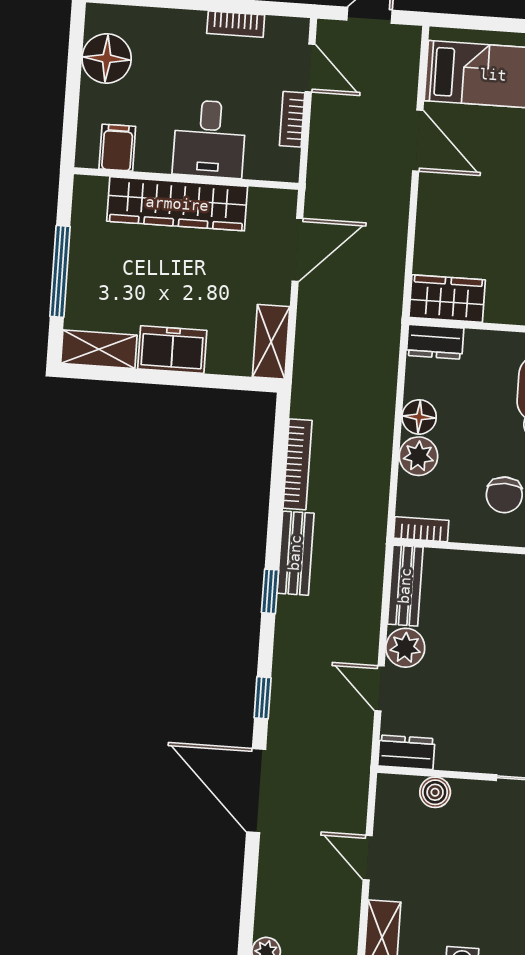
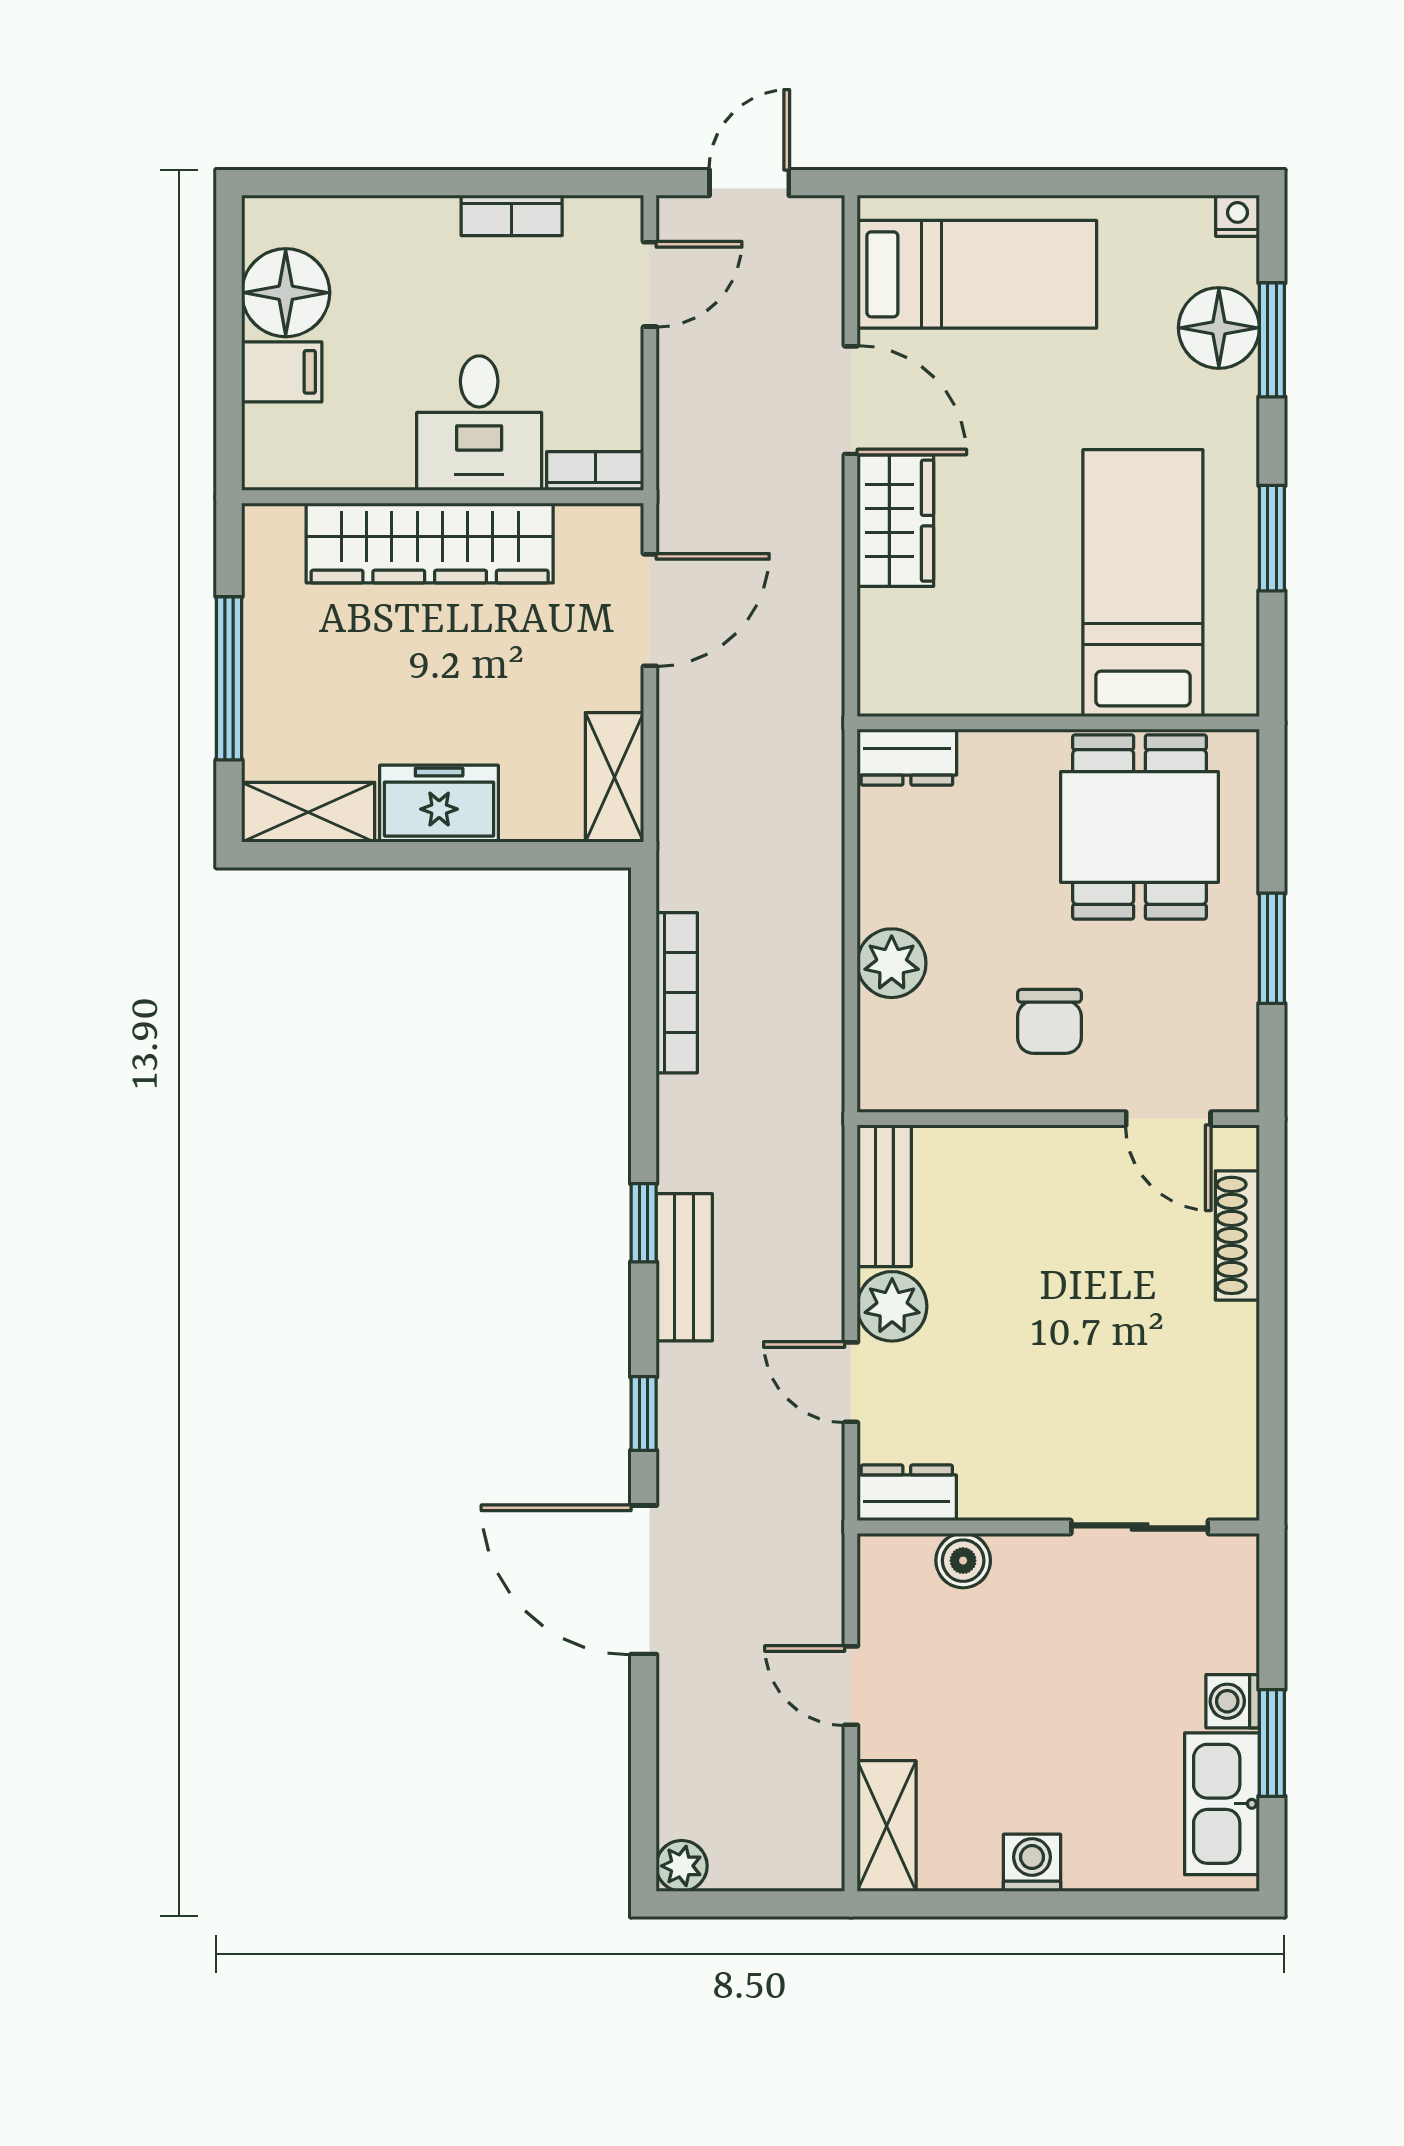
door: (310, 68) -> (650, 284), hinge flipped
bookcase: (292, 119) -> (595, 471), moved, turned 90
filing cabinet: (117, 148) -> (282, 372), moved, turned 90
wardrobe: (447, 299) -> (895, 521), moved, turned 90
floor lamp: (419, 417) -> (888, 893), removed
bookcase: (421, 529) -> (906, 1093), removed
bench: (295, 553) -> (684, 1267), moved

